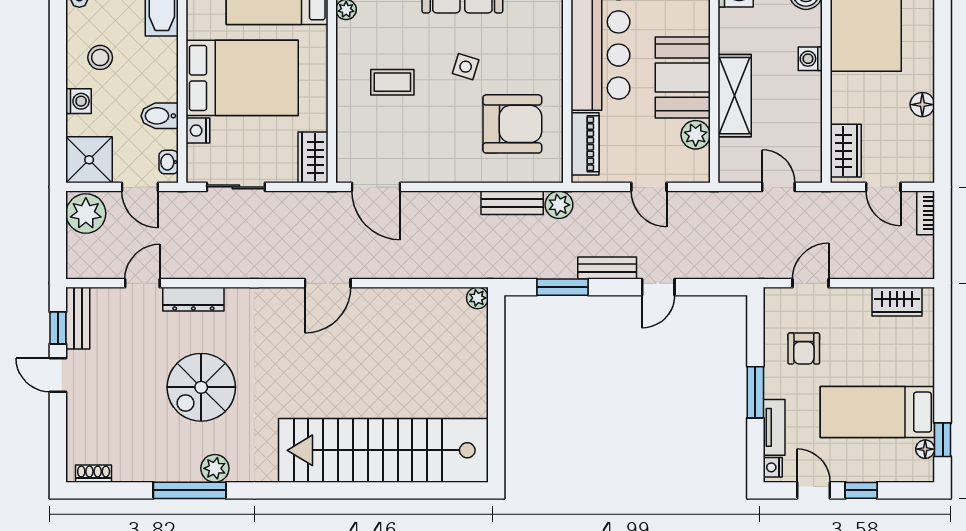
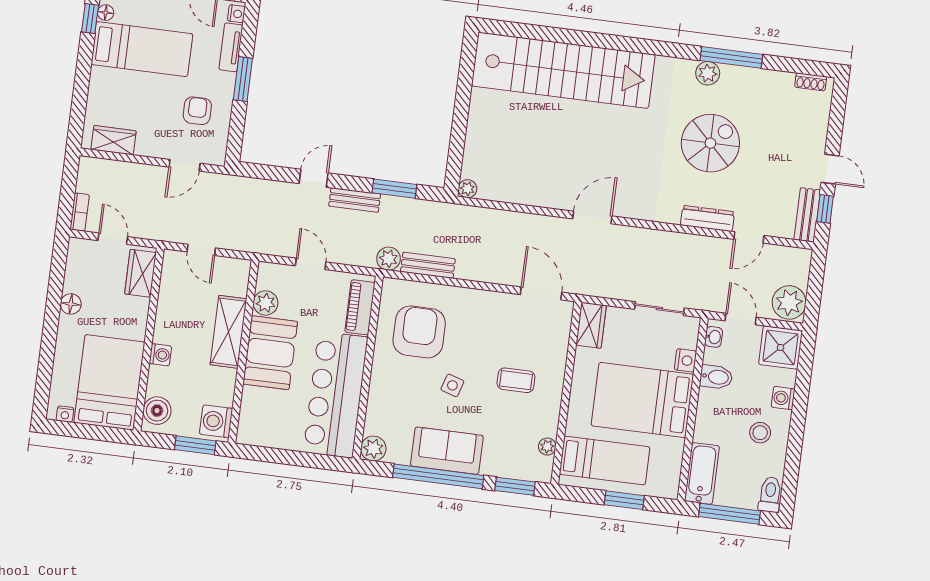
armchair: (512, 124) -> (419, 332), turned 90

